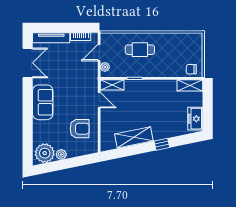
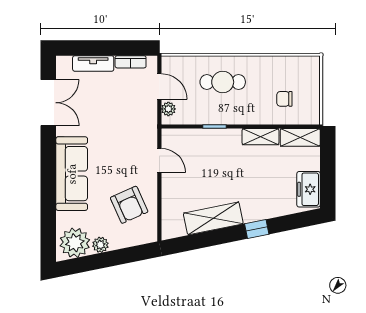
tv unit: (51, 38) -> (93, 64), width x0.71
door: (99, 53) -> (159, 87), swing flipped
chair: (191, 69) -> (284, 99), moved
shelving: (112, 85) -> (260, 137), moved
sofa: (43, 102) -> (72, 174), width x1.36
armchair: (80, 129) -> (129, 205), turned 66

